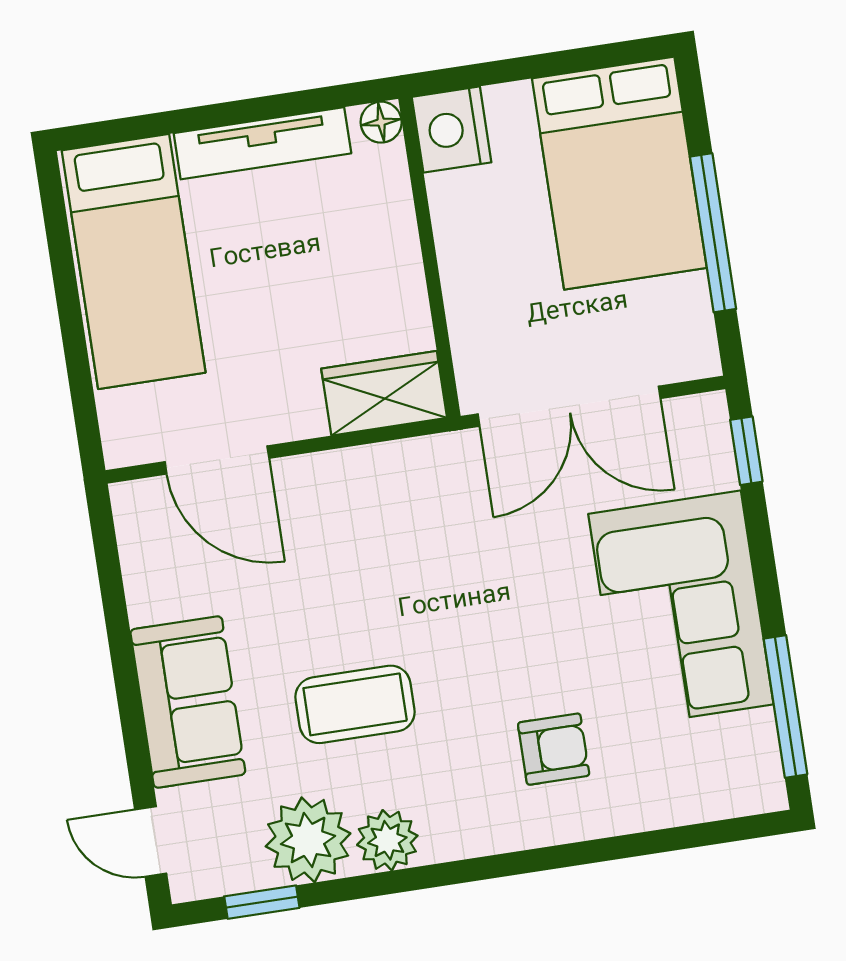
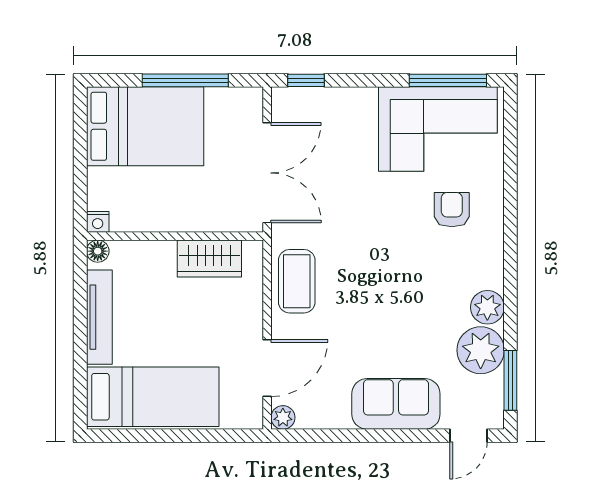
nightstand: (452, 130) -> (98, 222), width x0.53, depth x0.56
wardrobe: (384, 393) -> (209, 258), moved, turned -90
plant: (132, 502) -> (283, 417), added
corner sofa: (681, 609) -> (438, 129), moved
coffee table: (355, 704) -> (297, 281), moved
window: (262, 902) -> (510, 380), width x1.50

